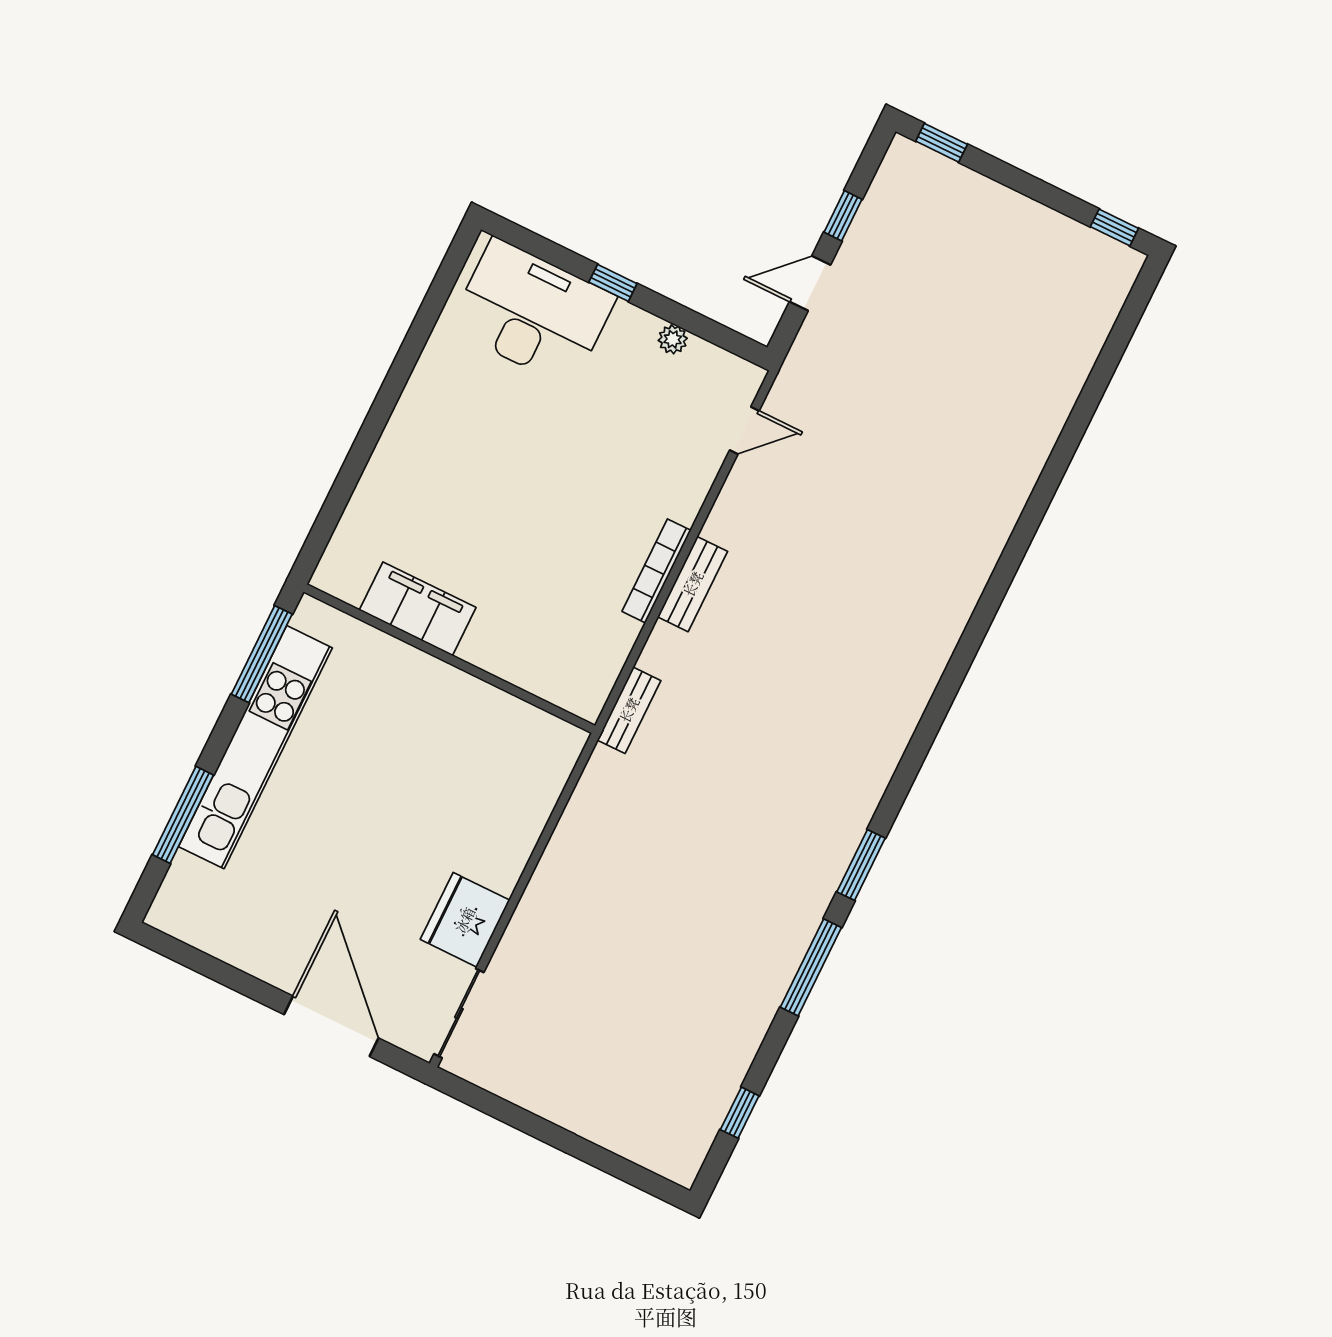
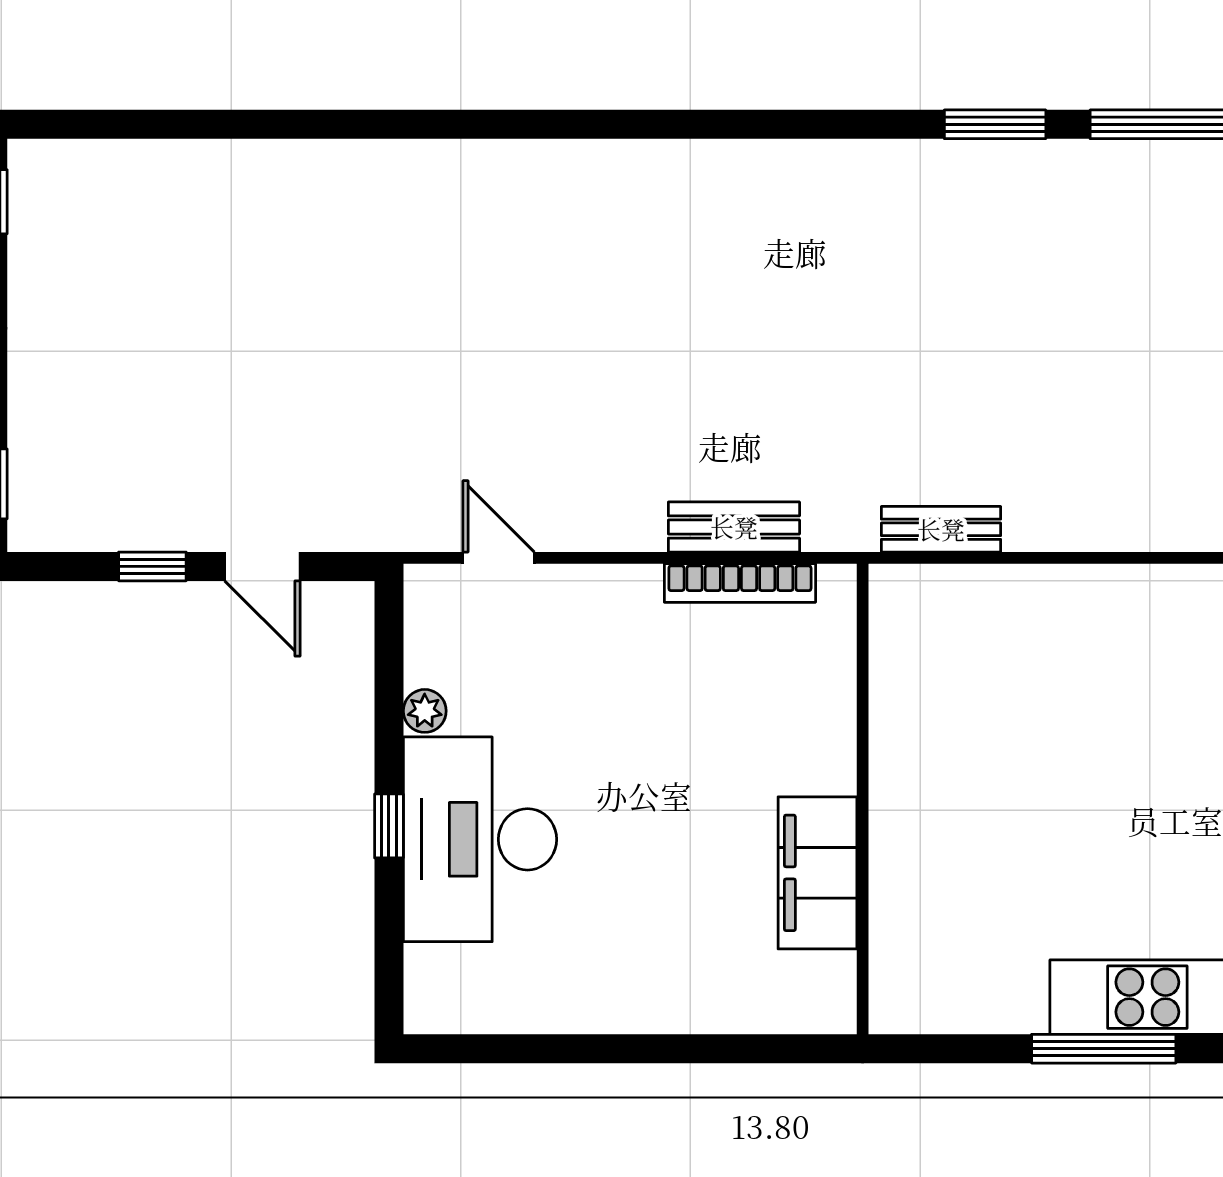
desk: (532, 313) -> (480, 839), moved
filing cabinet: (418, 609) -> (817, 873), moved
wall: (449, 659) -> (863, 799), moved

